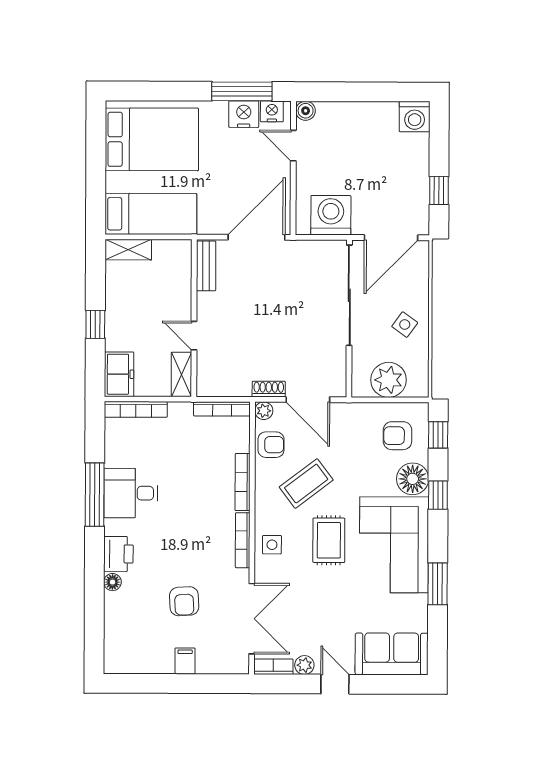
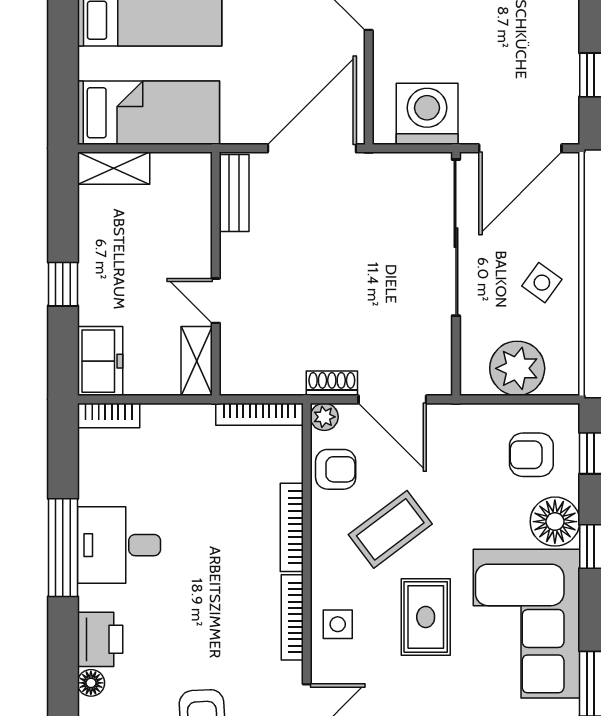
bookcase: (136, 409) -> (109, 415), width x0.64

